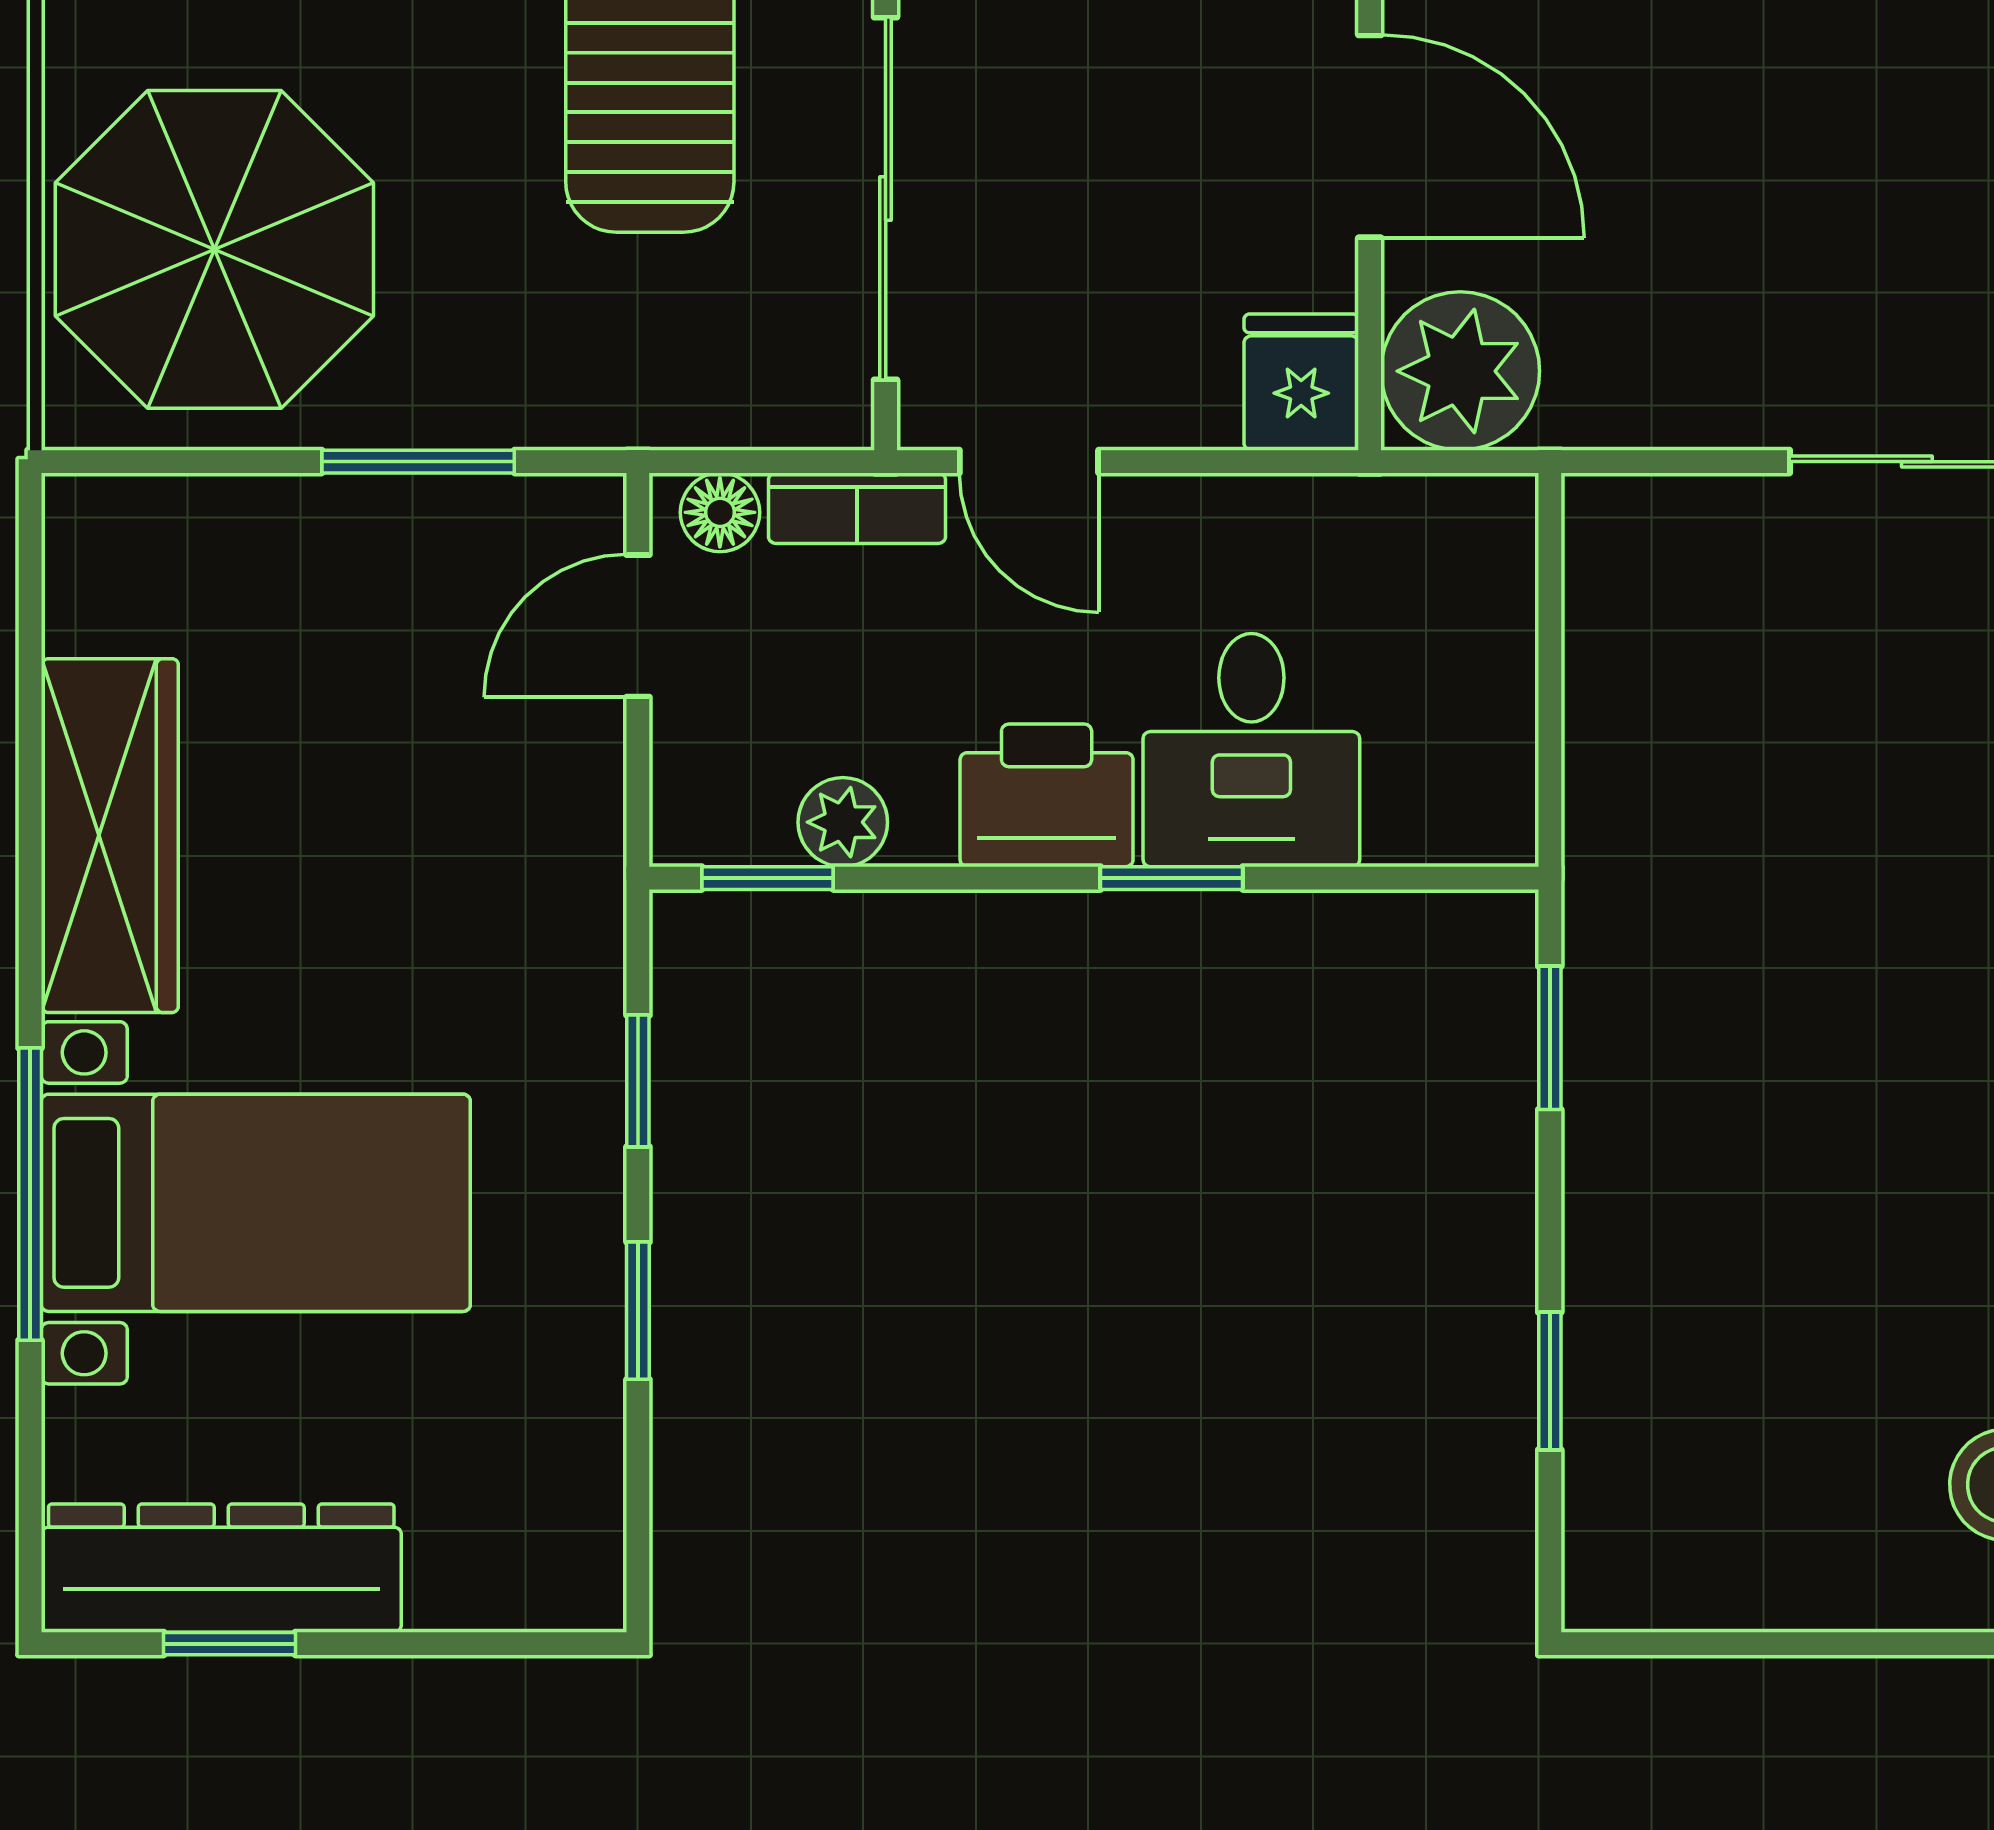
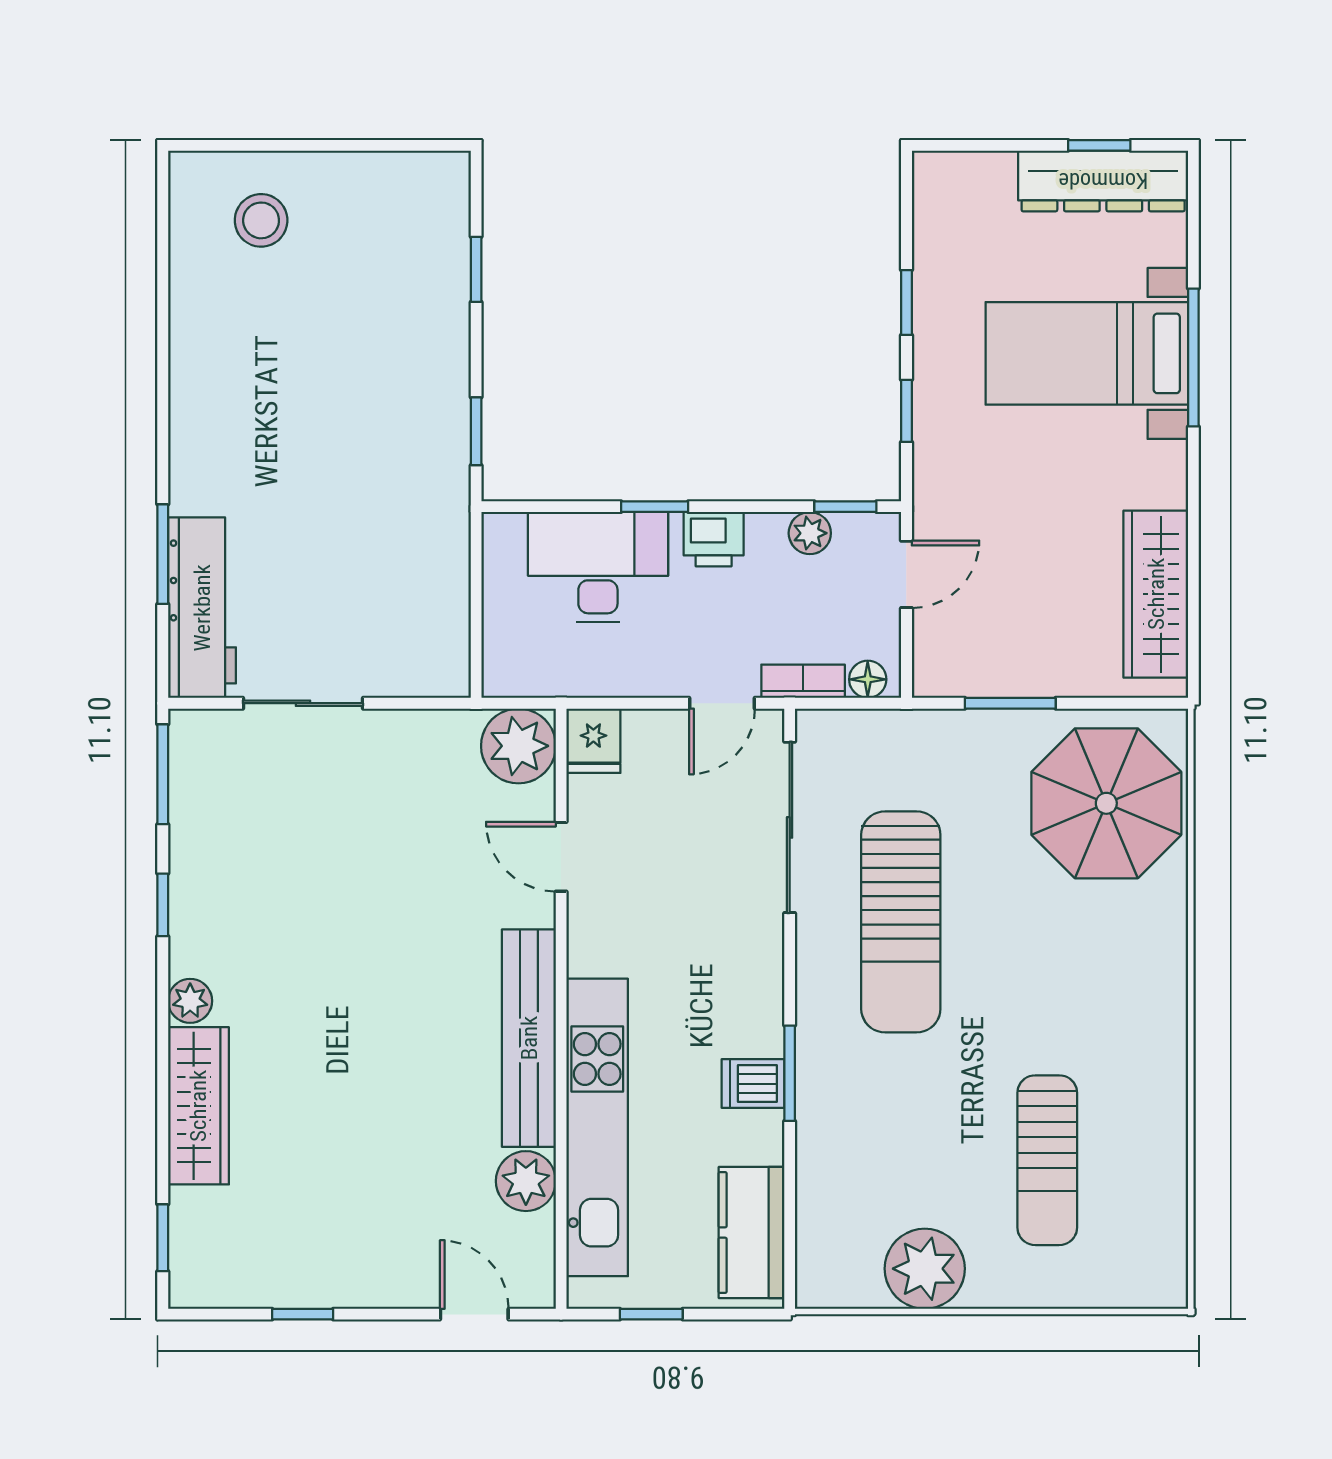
door: (1370, 136) -> (561, 857), width x0.73
door: (1029, 462) -> (722, 703), swing flipped
door: (638, 626) -> (906, 574), moved
desk: (1251, 750) -> (598, 567), width x1.37
printer: (1047, 795) -> (714, 539), width x0.73, depth x0.81
wardrobe: (110, 836) -> (1156, 594), moved

